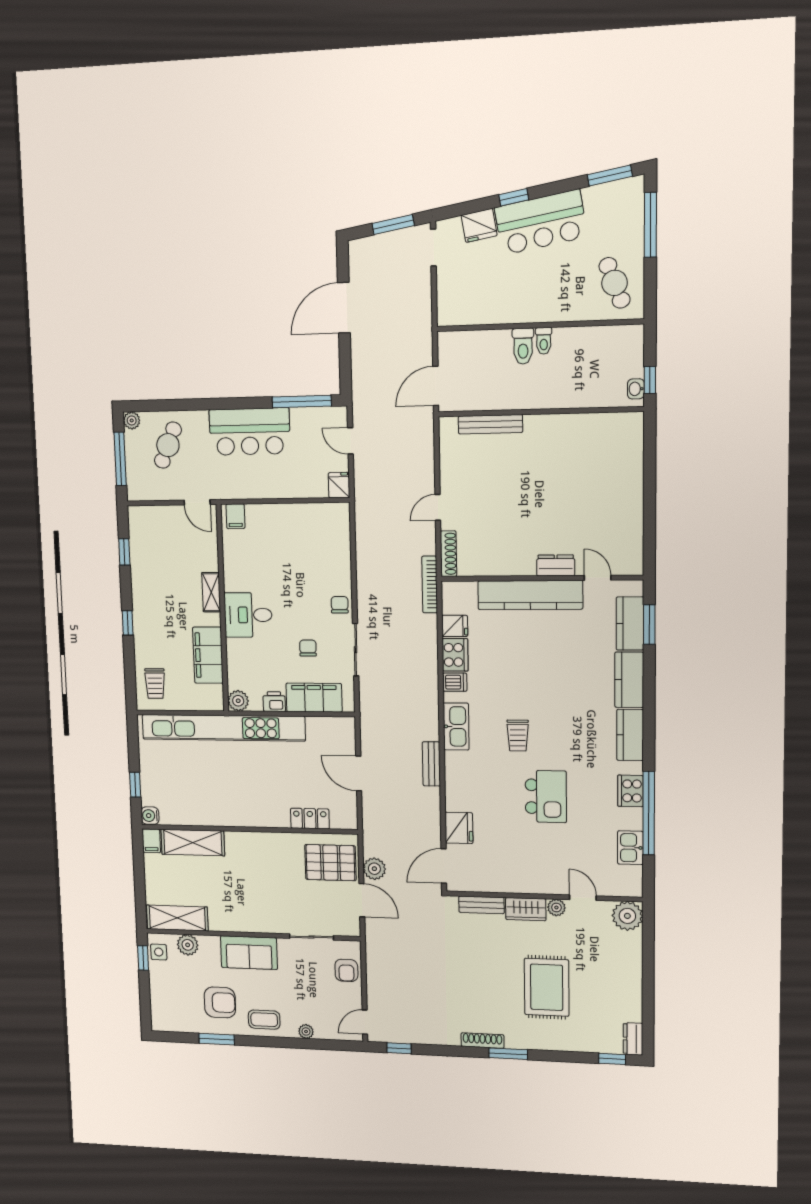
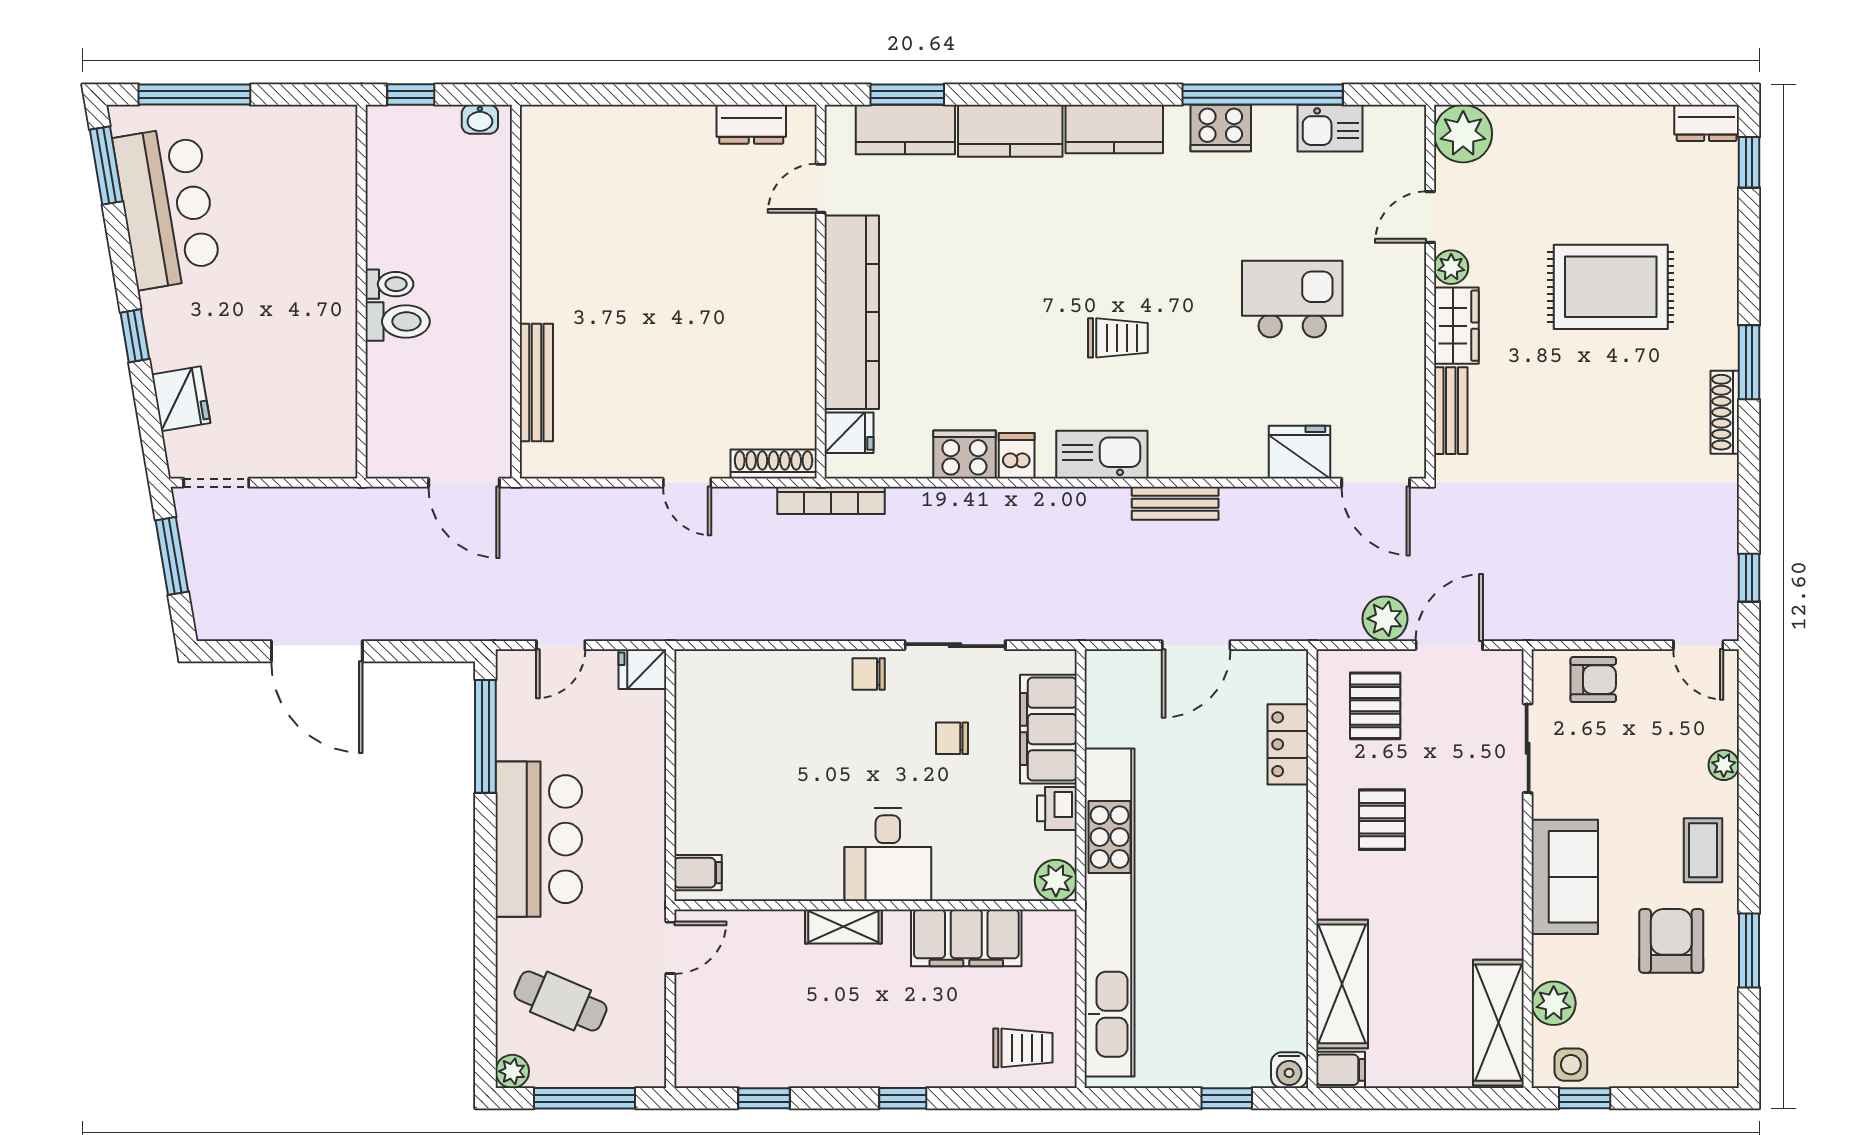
bar counter: (541, 222) -> (167, 207), moved
cafe table: (615, 283) -> (292, 157), removed
window: (650, 380) -> (411, 95), moved
dresser: (556, 565) -> (751, 124), moved, turned -90
fridge: (455, 626) -> (849, 433), moved, turned 90
kitchen island: (546, 797) -> (1292, 299), moved
pallet: (330, 863) -> (1375, 706), width x0.67, depth x0.71
pallet: (274, 864) -> (1382, 820), added

